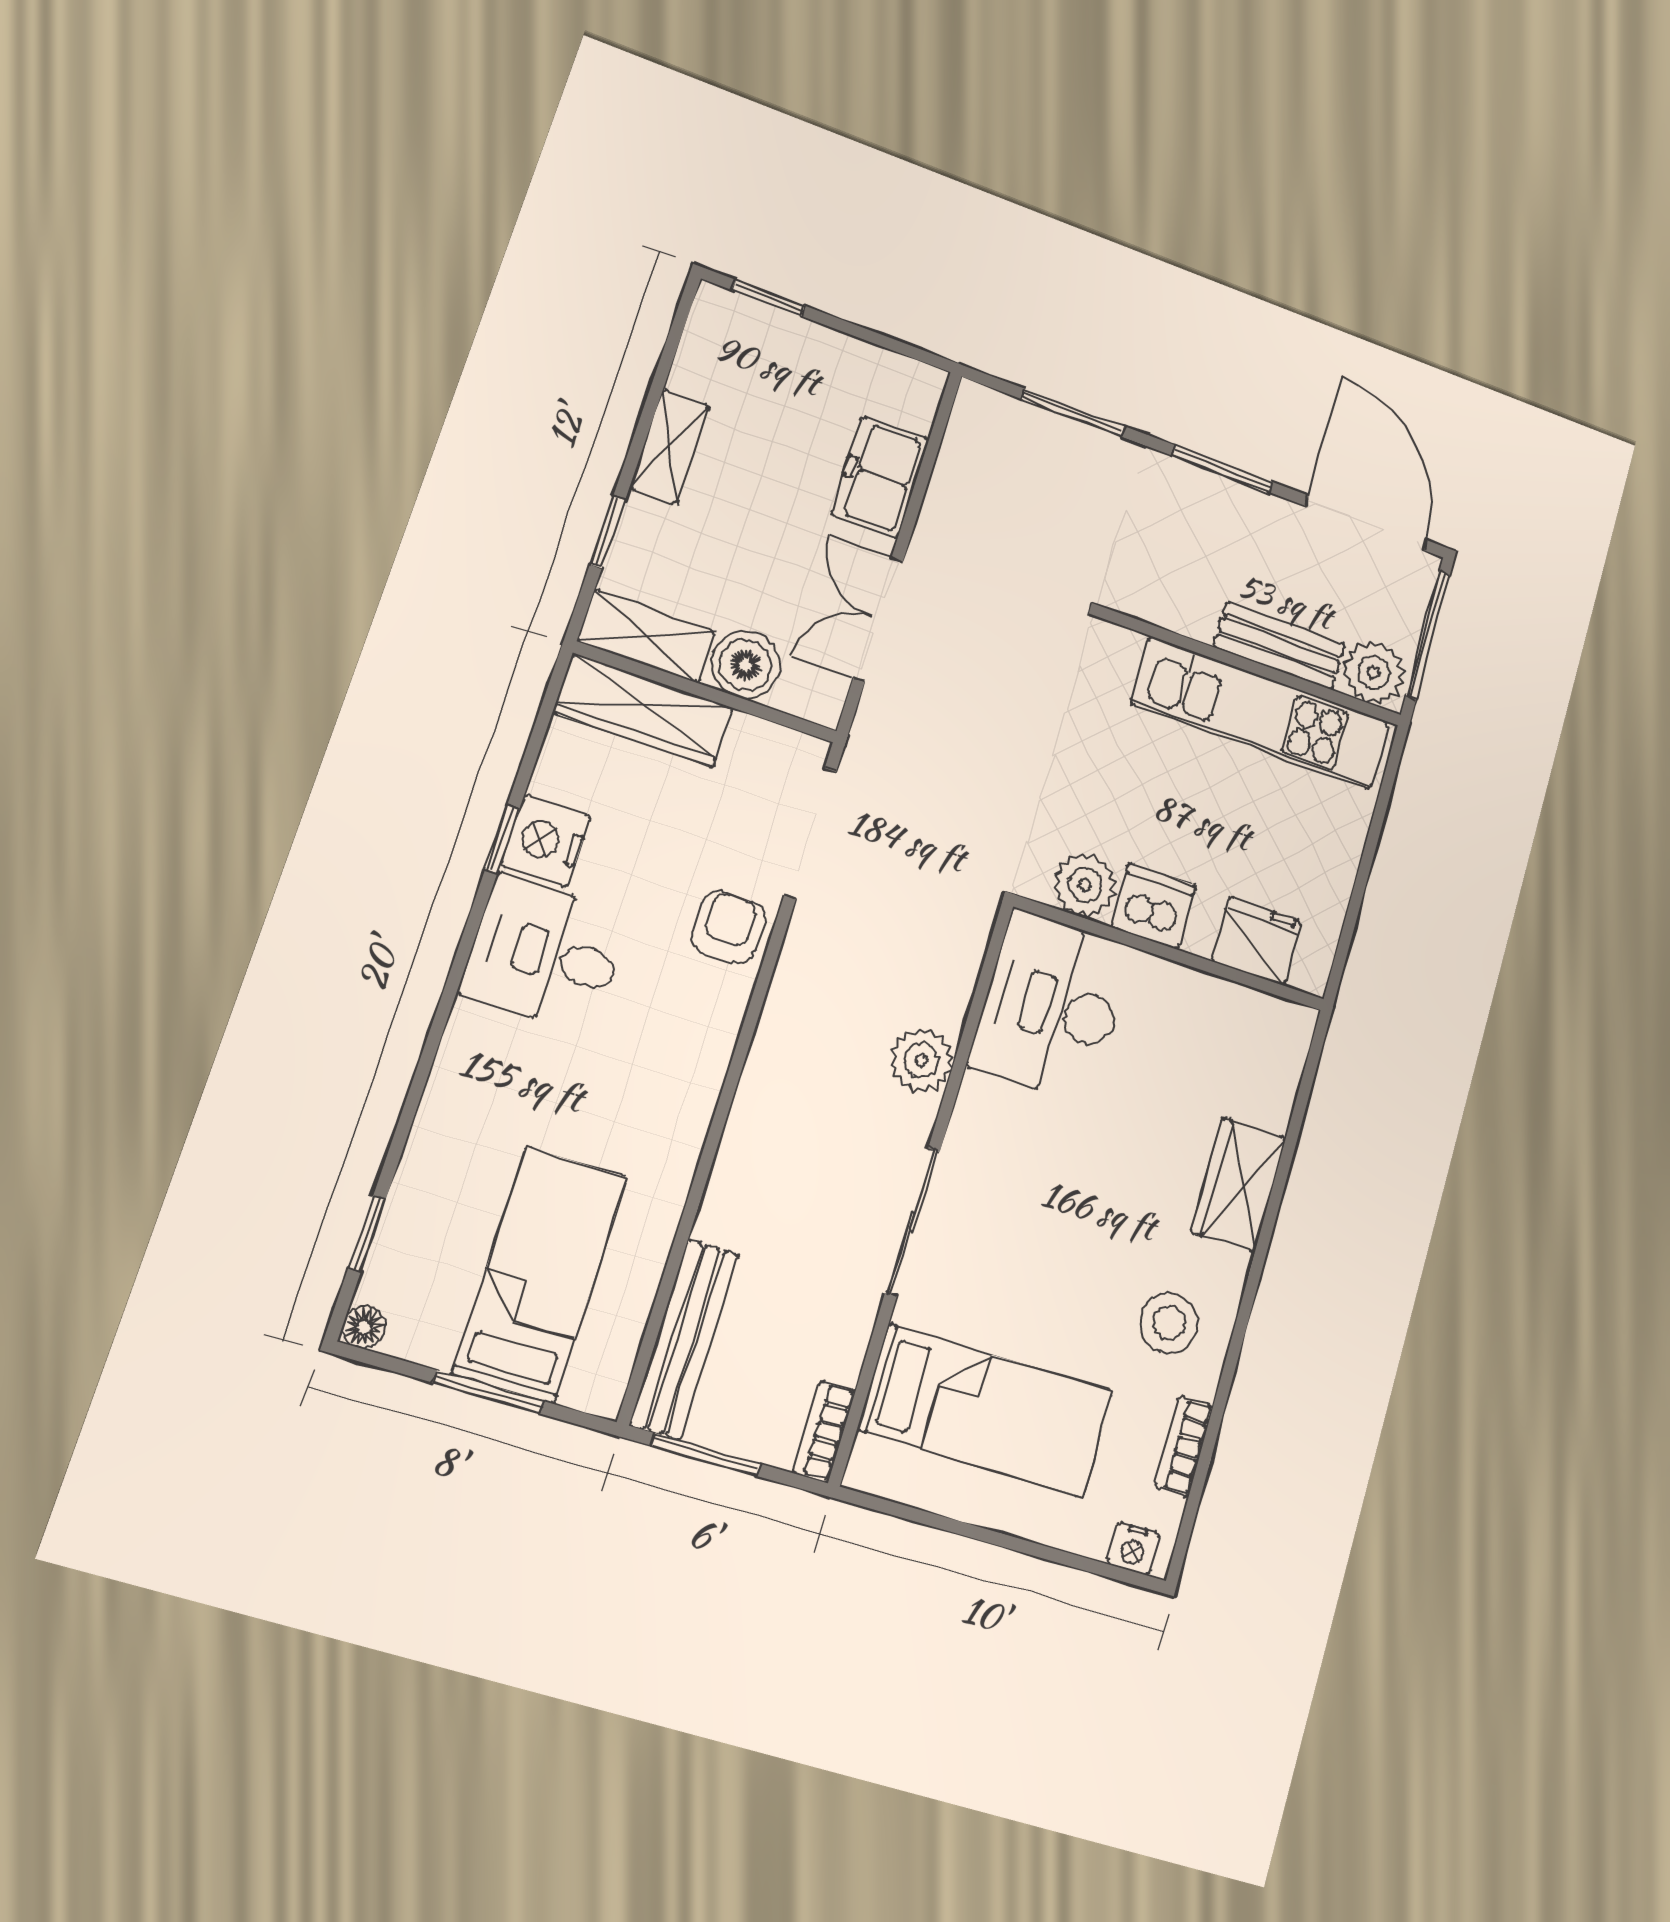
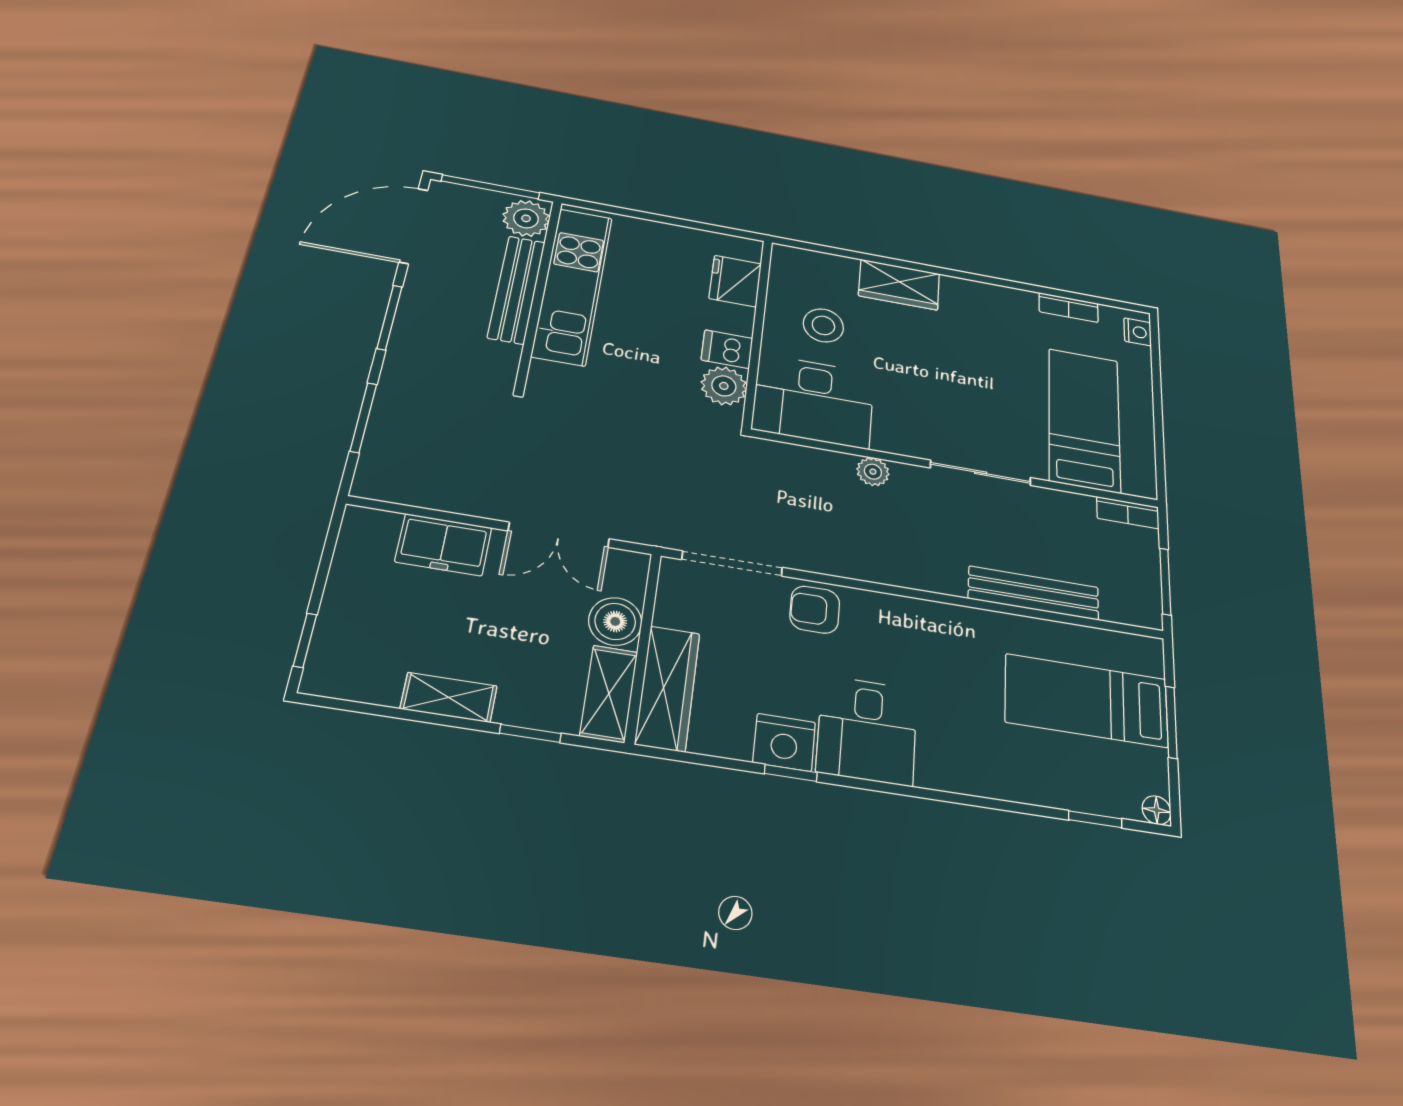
bench: (1279, 646) -> (517, 289), width x1.36
dishwasher: (1154, 906) -> (727, 349), width x0.73
plant: (922, 1060) -> (873, 472), width x0.73, depth x0.73
stool: (1169, 1323) -> (823, 325), moved
bench: (684, 1339) -> (1034, 593), moved

